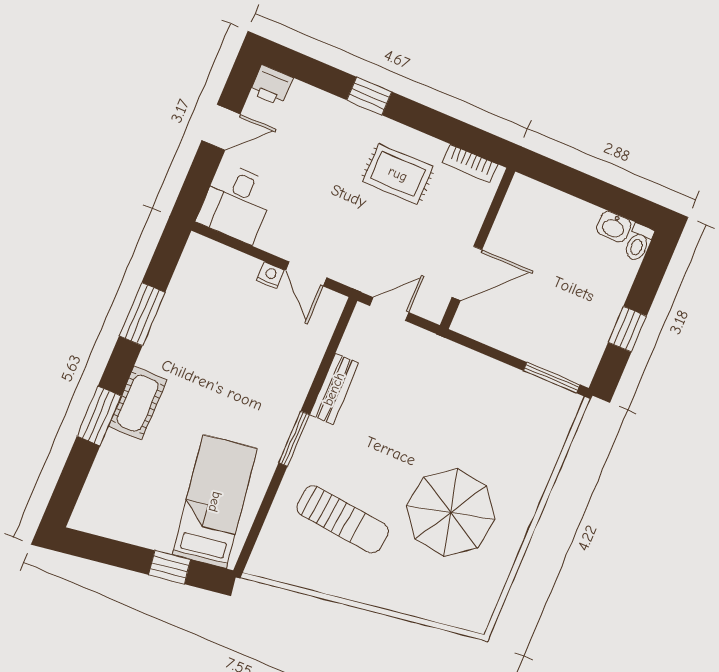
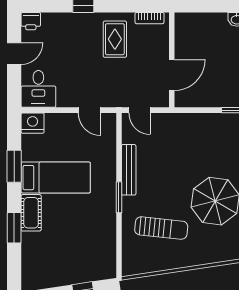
rug: (398, 174) -> (115, 39), turned 90
nightstand: (270, 275) -> (33, 123), moved, width x1.89, depth x1.79
door: (389, 309) -> (140, 110), swing flipped
bench: (334, 389) -> (129, 170), width x1.36
bed: (215, 502) -> (56, 178), moved, turned 98

